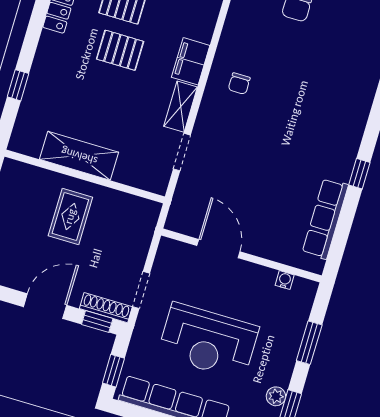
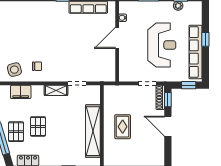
side table: (246, 37) -> (14, 70), added
filing cabinet: (191, 61) -> (21, 92), moved
shelving: (79, 156) -> (93, 131), width x1.47
rug: (70, 216) -> (123, 127), turned 90
door: (218, 249) -> (117, 38), moved

